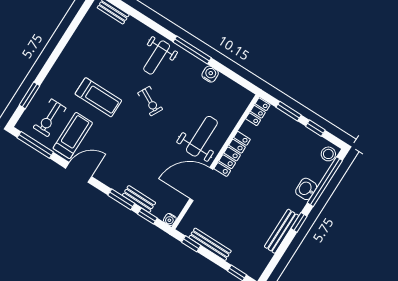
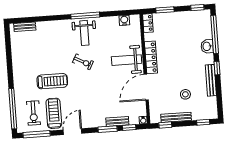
weight bench: (157, 57) -> (84, 33), moved
water cooler: (210, 74) -> (124, 20), moved
window: (29, 95) -> (13, 109), width x2.11
window: (315, 128) -> (197, 8), moved
weight bench: (202, 136) -> (127, 60), turned -90
stool: (328, 154) -> (185, 94), moved

